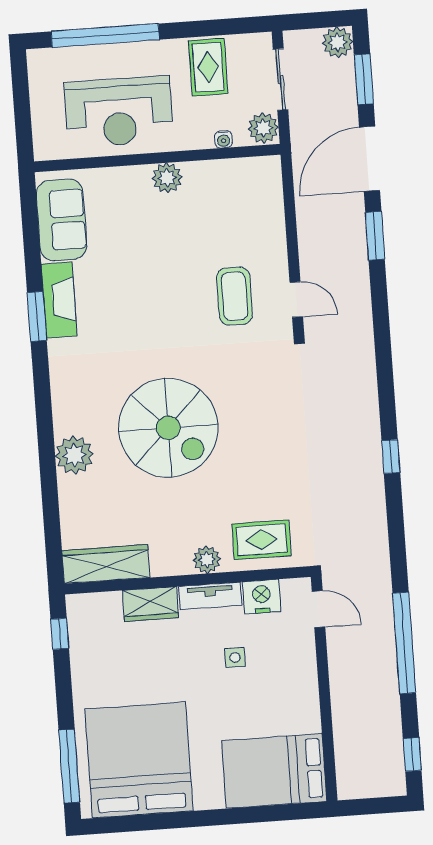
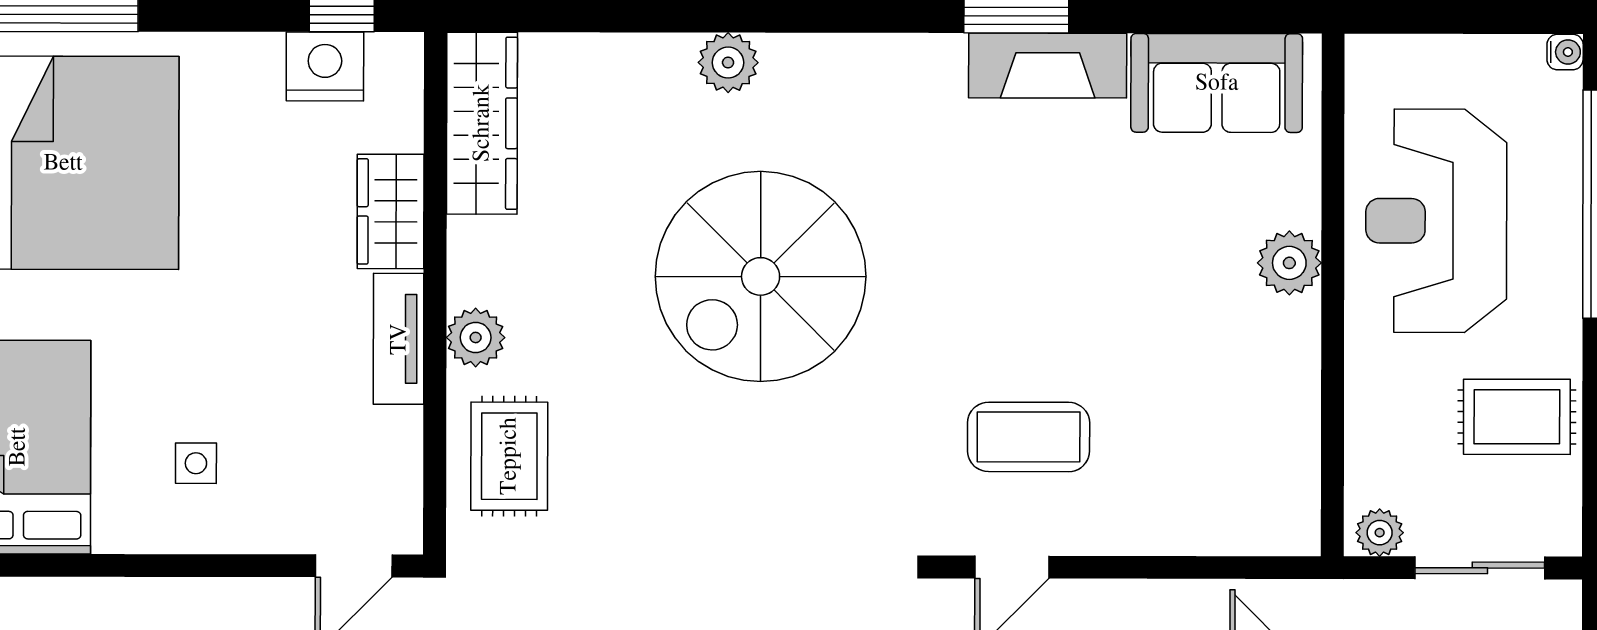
plant: (263, 128) -> (1380, 533), width x0.73, depth x0.73
water cooler: (223, 139) -> (1565, 52), moved, turned 180
plant: (167, 178) -> (1289, 263), moved
plant: (74, 455) -> (728, 63), width x0.73, depth x0.73
nightstand: (262, 597) -> (325, 66), moved, turned -90
side table: (235, 657) -> (196, 463), moved

